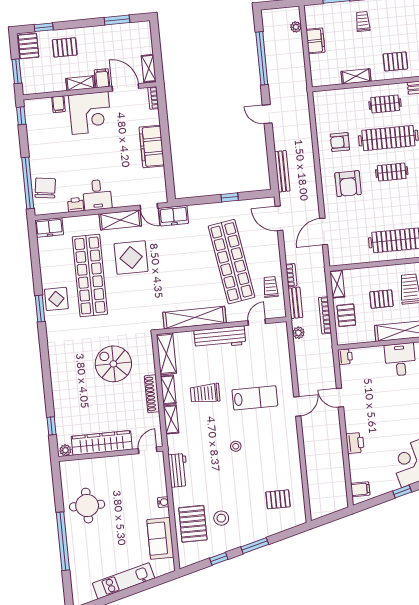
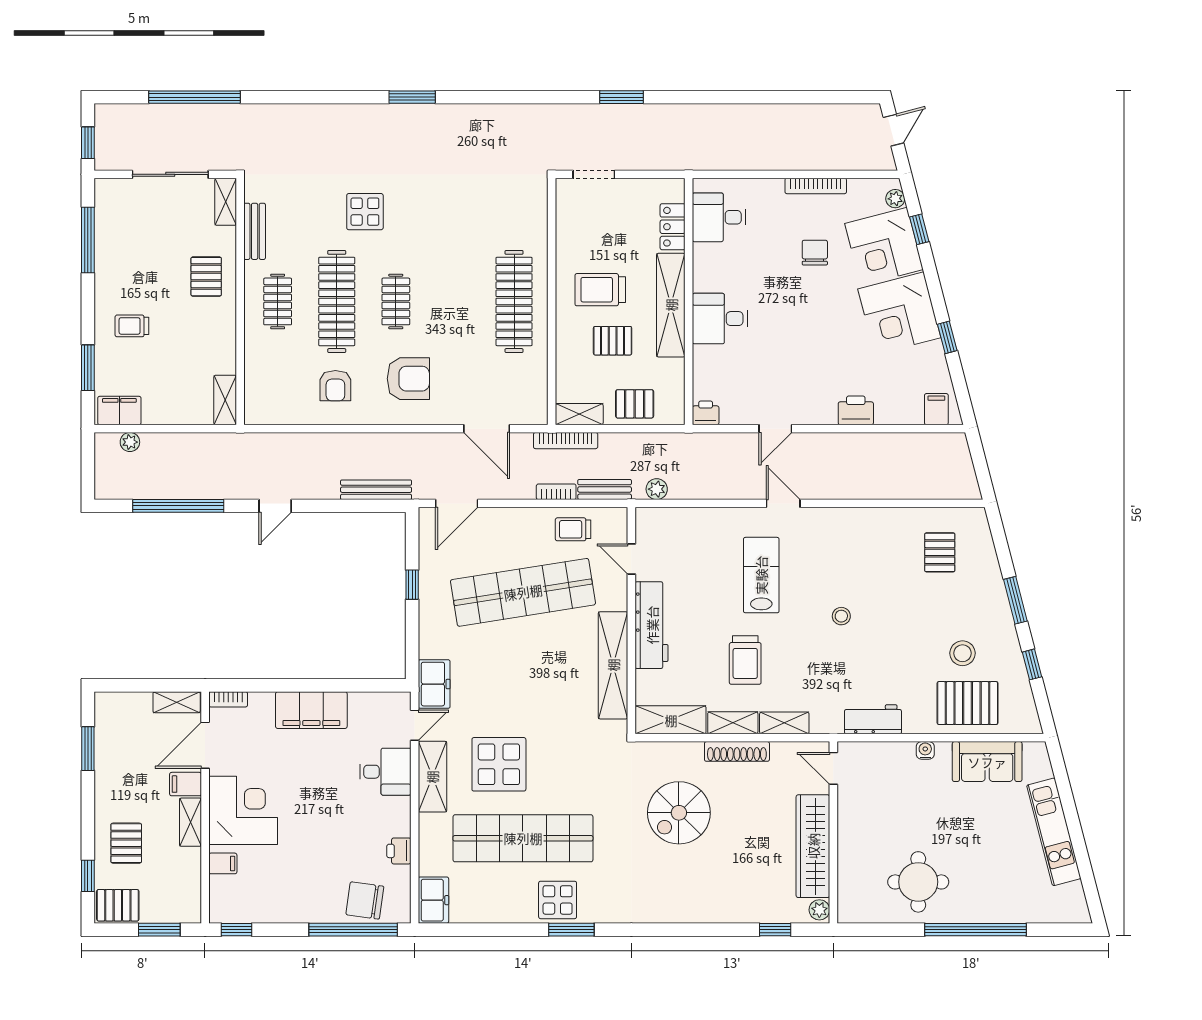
filing cabinet: (315, 41) -> (119, 411), moved
shelving: (356, 76) -> (225, 400), moved
desk: (97, 195) -> (385, 772), moved
pallet: (381, 299) -> (613, 341), turned 90
bookcase: (325, 315) -> (566, 441), moved

